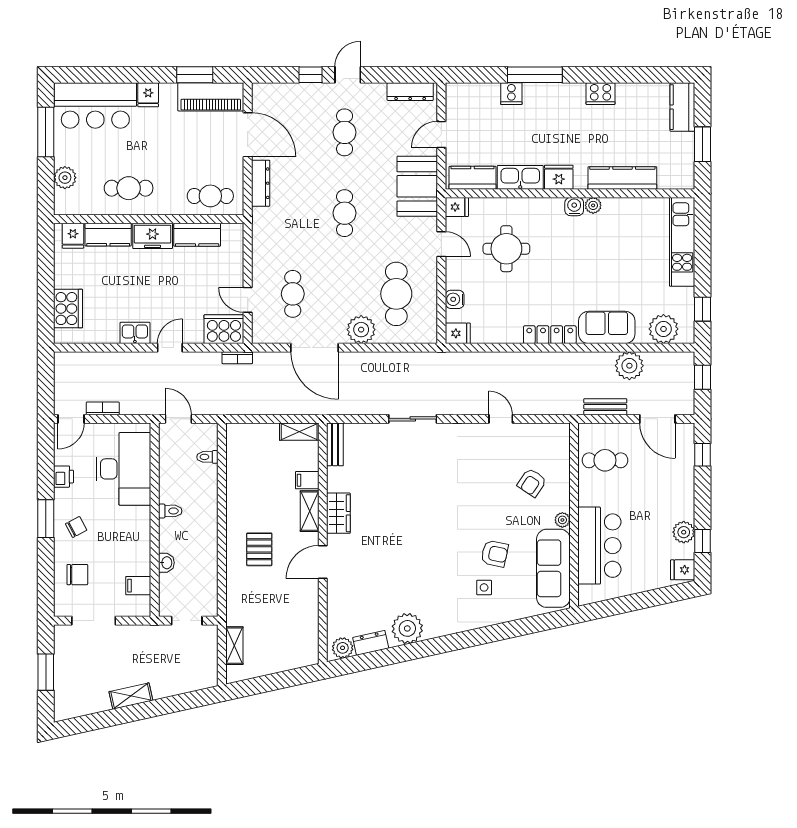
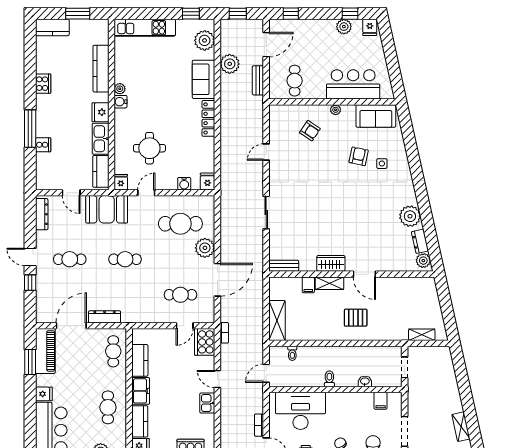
shelving: (299, 432) -> (277, 320), moved, width x1.50, depth x1.33
sofa: (553, 568) -> (376, 116), width x0.73
shelving: (131, 696) -> (461, 427), moved

